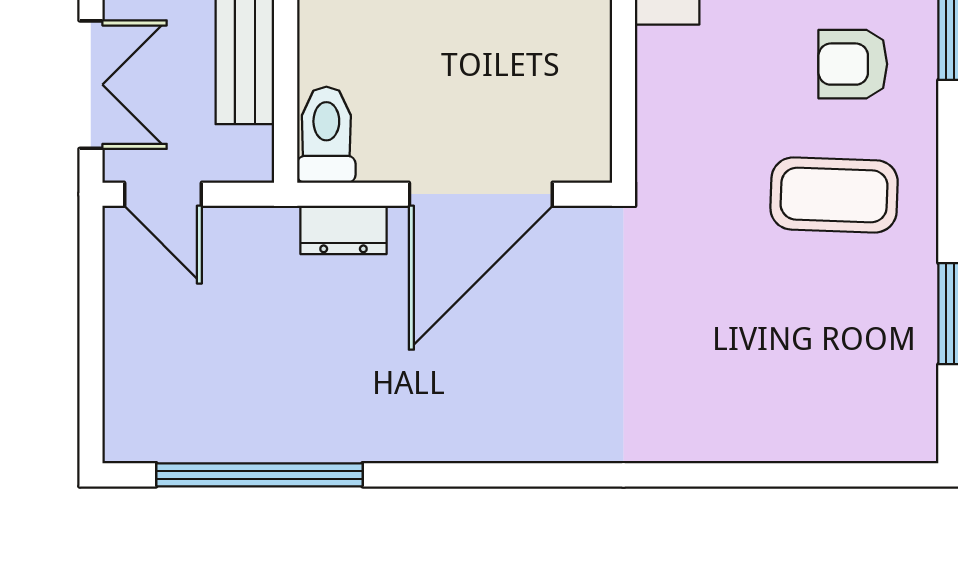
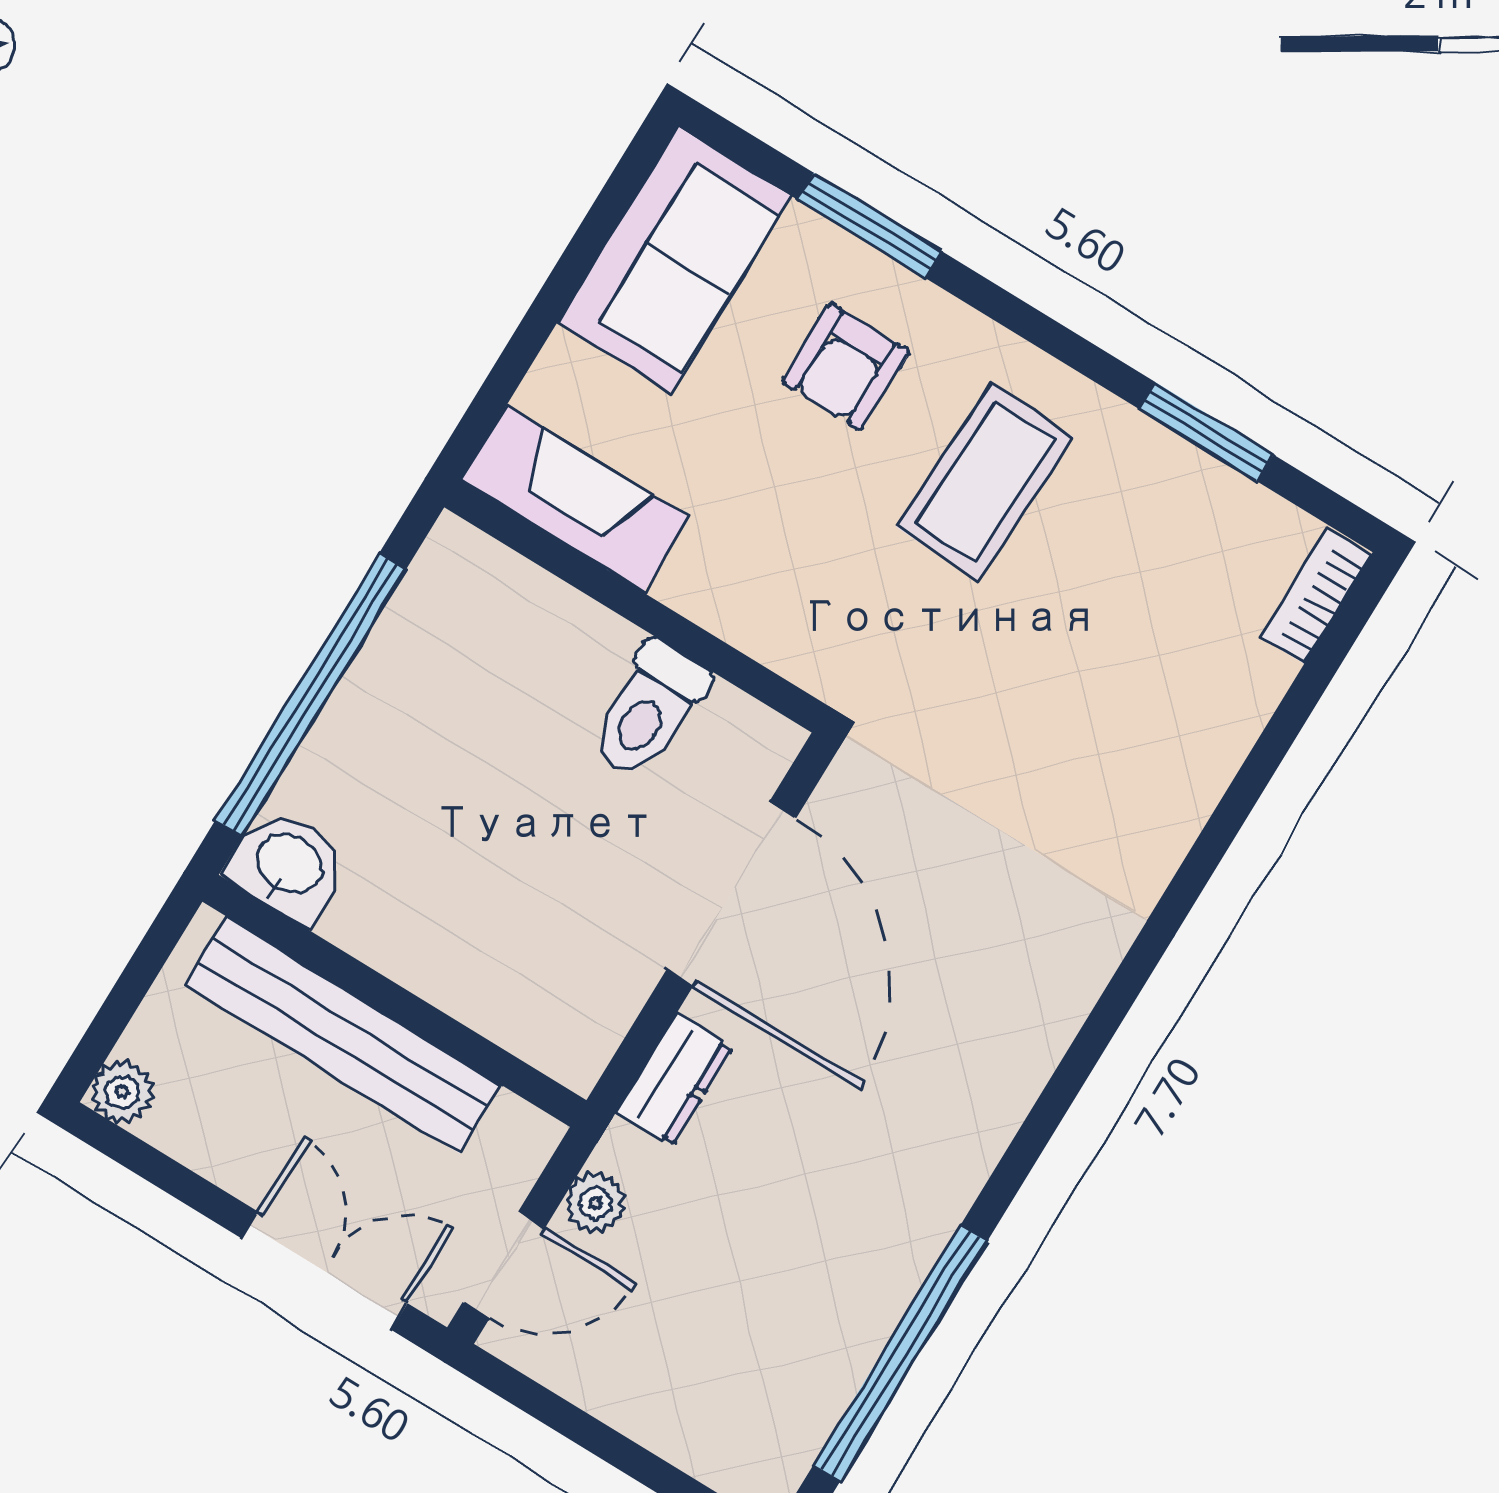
toilet: (326, 135) -> (649, 710), moved, turned -90
plant: (237, 228) -> (595, 1203), added
bookcase: (890, 445) -> (1316, 596), added

